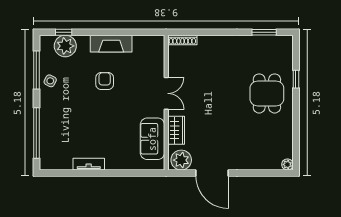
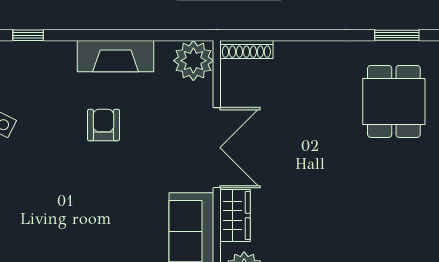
plant: (65, 46) -> (193, 61), moved
double door: (166, 93) -> (217, 148), width x1.37
dining table: (267, 93) -> (394, 101), moved

